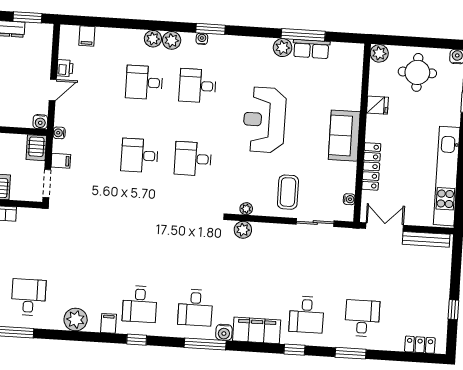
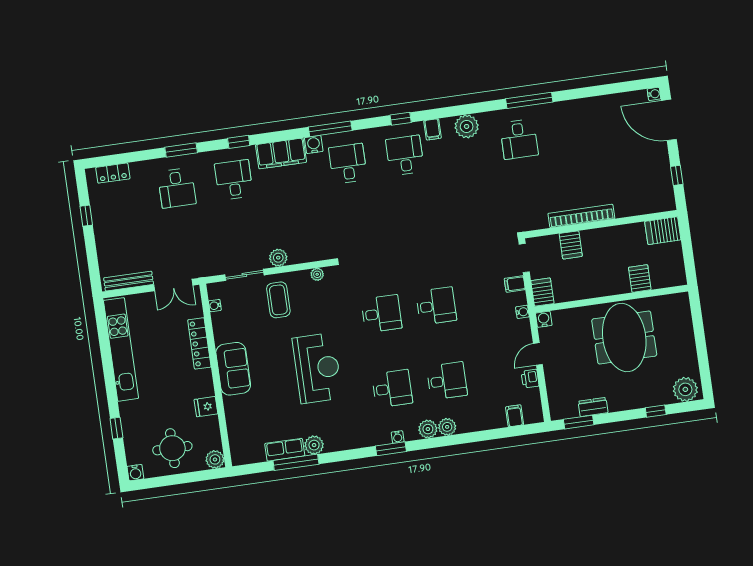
plant: (243, 230) -> (278, 258), moved

